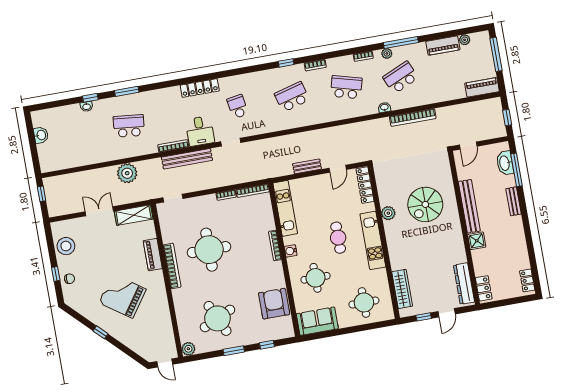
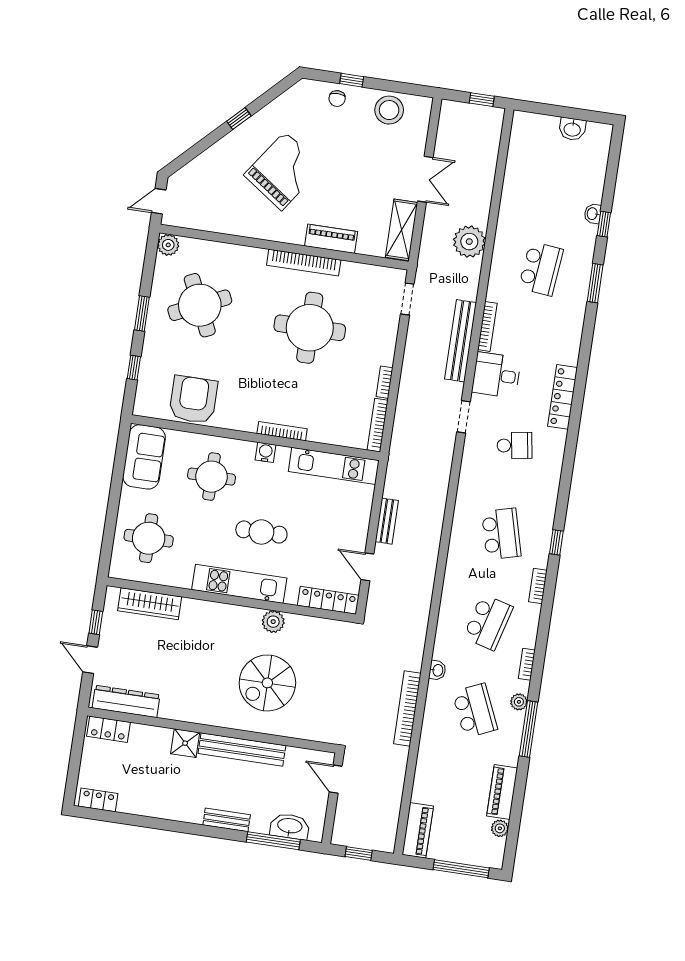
spiral stairs: (425, 204) -> (267, 683), turned -90
armchair: (274, 304) -> (193, 400), turned -90

